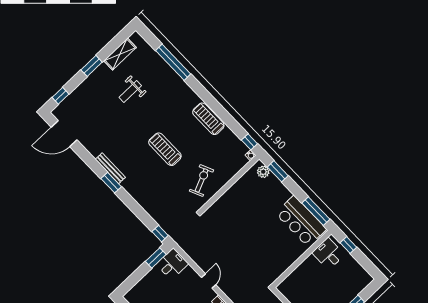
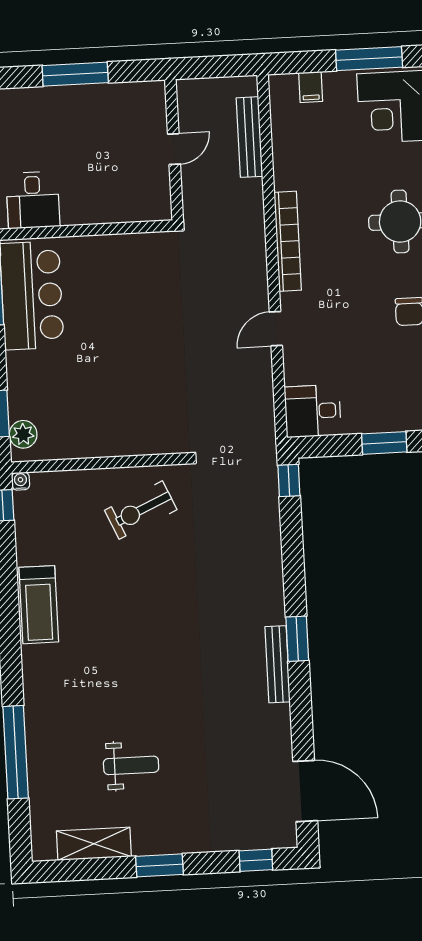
treadmill: (165, 149) -> (157, 617), removed
window: (156, 258) -> (384, 443), moved

